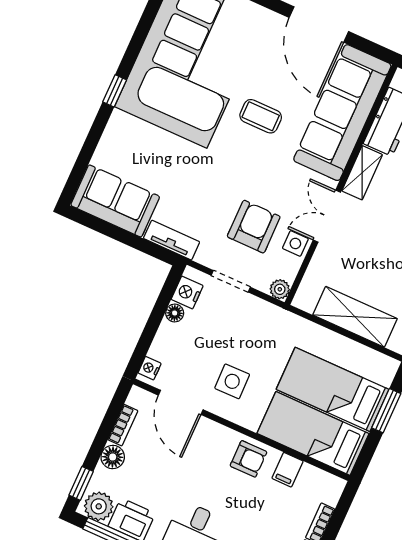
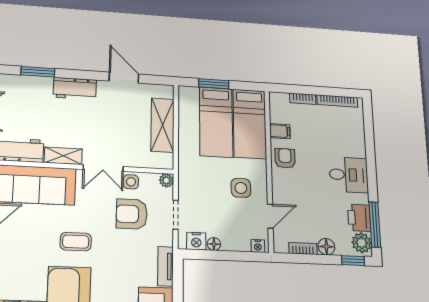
coffee table: (261, 116) -> (76, 242), moved, turned 90
door: (181, 402) -> (270, 216), width x0.73

